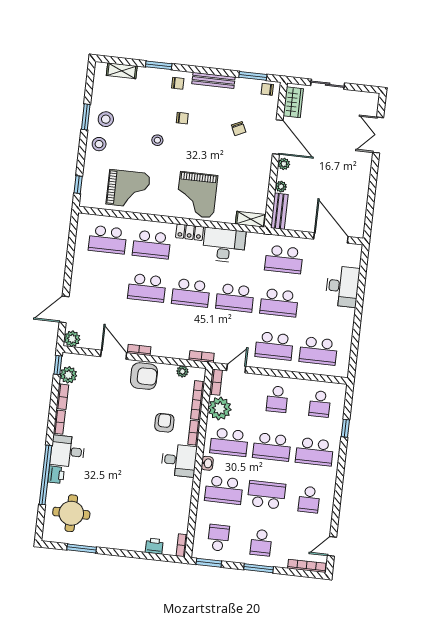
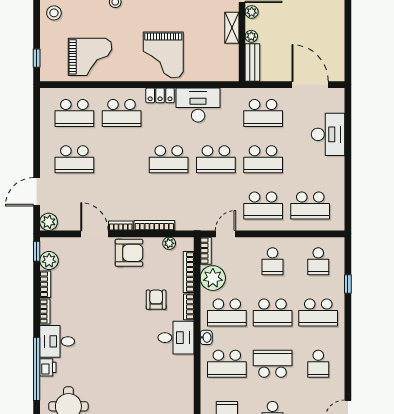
shelving: (251, 219) -> (232, 28), moved, turned 90
school desk: (147, 288) -> (74, 159), moved
bookcase: (202, 357) -> (154, 225), moved, width x1.56

